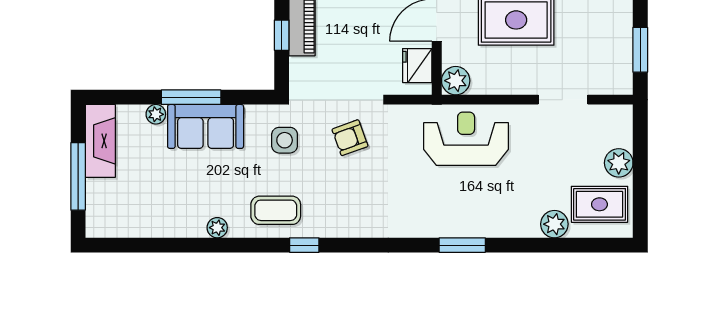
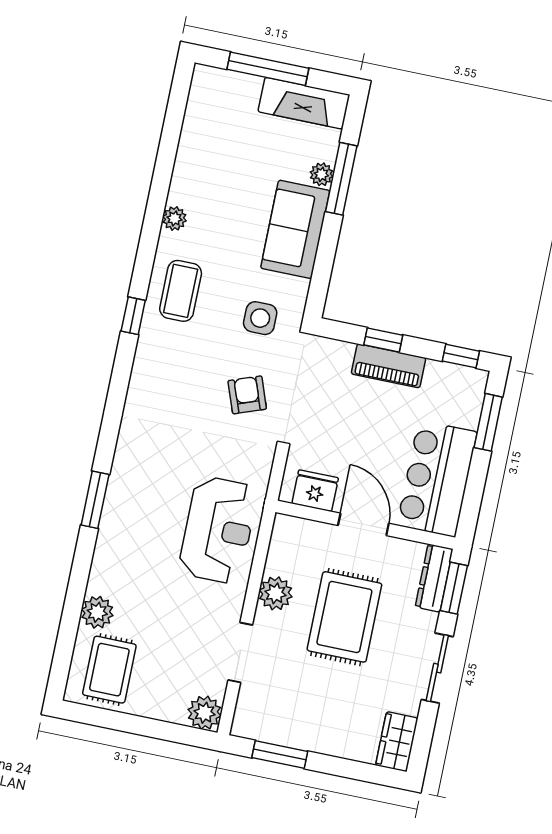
plant: (456, 81) -> (276, 593), moved
window: (191, 97) -> (341, 179), moved
plant: (619, 163) -> (204, 713), moved

